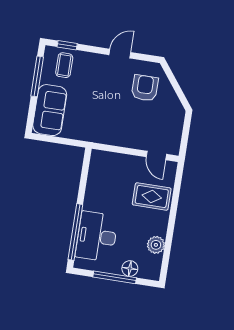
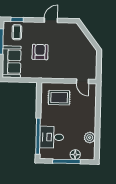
armchair: (145, 88) -> (40, 52), moved
rug: (152, 196) -> (59, 98), moved
desk: (97, 236) -> (52, 137), width x0.73

